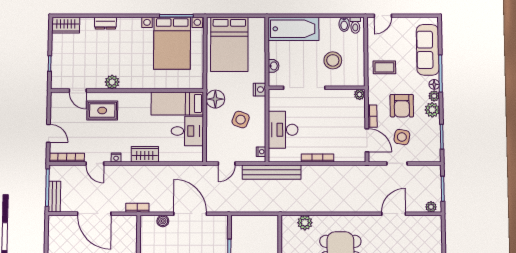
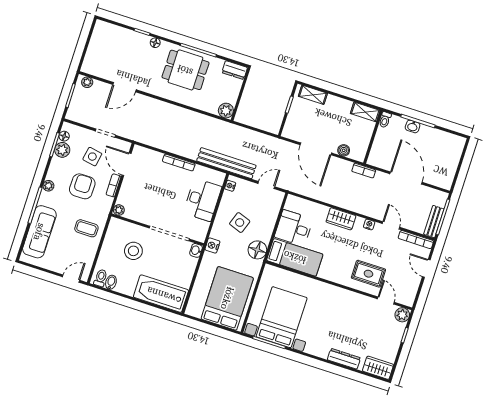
dresser: (105, 23) -> (344, 359), width x1.44
washbasin: (274, 66) -> (196, 250), moved
plant: (112, 82) -> (402, 315), moved
floor lamp: (434, 84) -> (64, 136), moved
plant: (432, 110) -> (62, 150), moved
bench: (54, 197) -> (434, 222), moved
plant: (305, 223) -> (226, 111), moved

